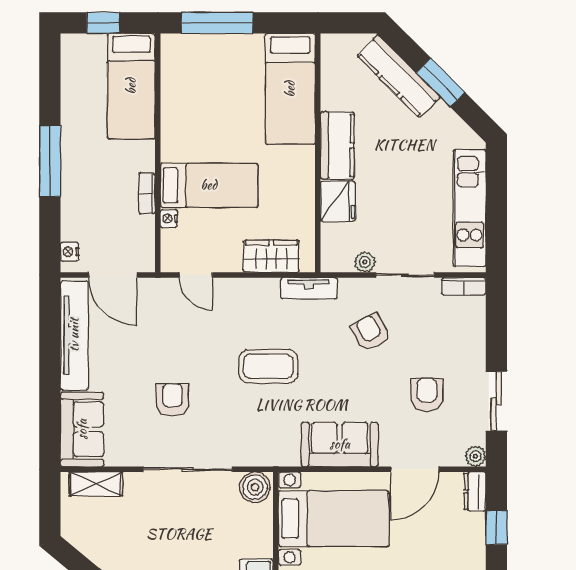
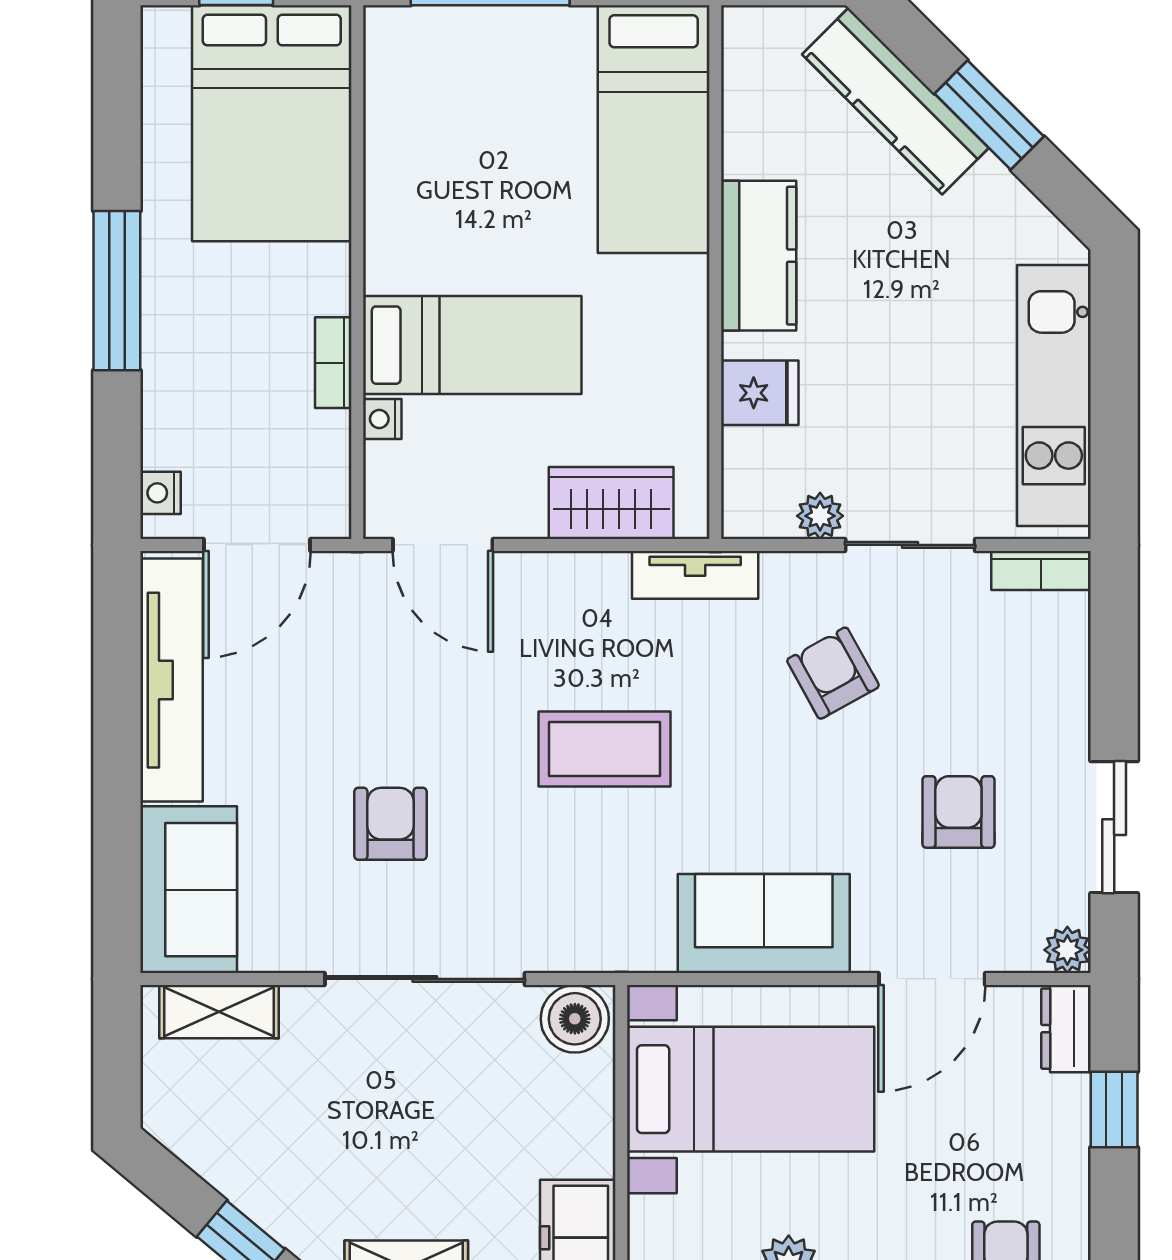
bed: (131, 86) -> (272, 123), width x1.50
fridge: (338, 201) -> (760, 393), width x0.72
door: (113, 275) -> (257, 545), hinge flipped
door: (196, 275) -> (443, 545), width x1.38

